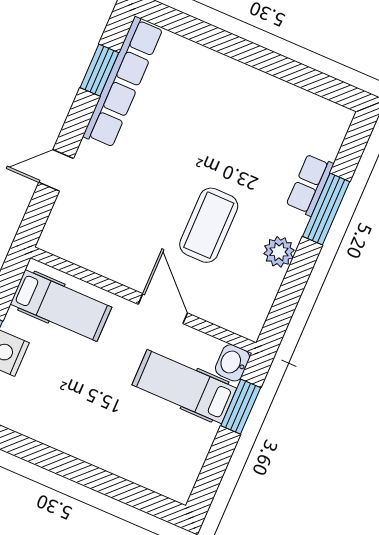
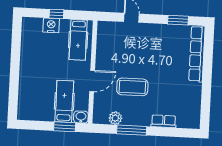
row of seats: (123, 82) -> (197, 54), moved, turned 90
window: (326, 209) -> (132, 130), moved
plant: (279, 252) -> (115, 118), moved

